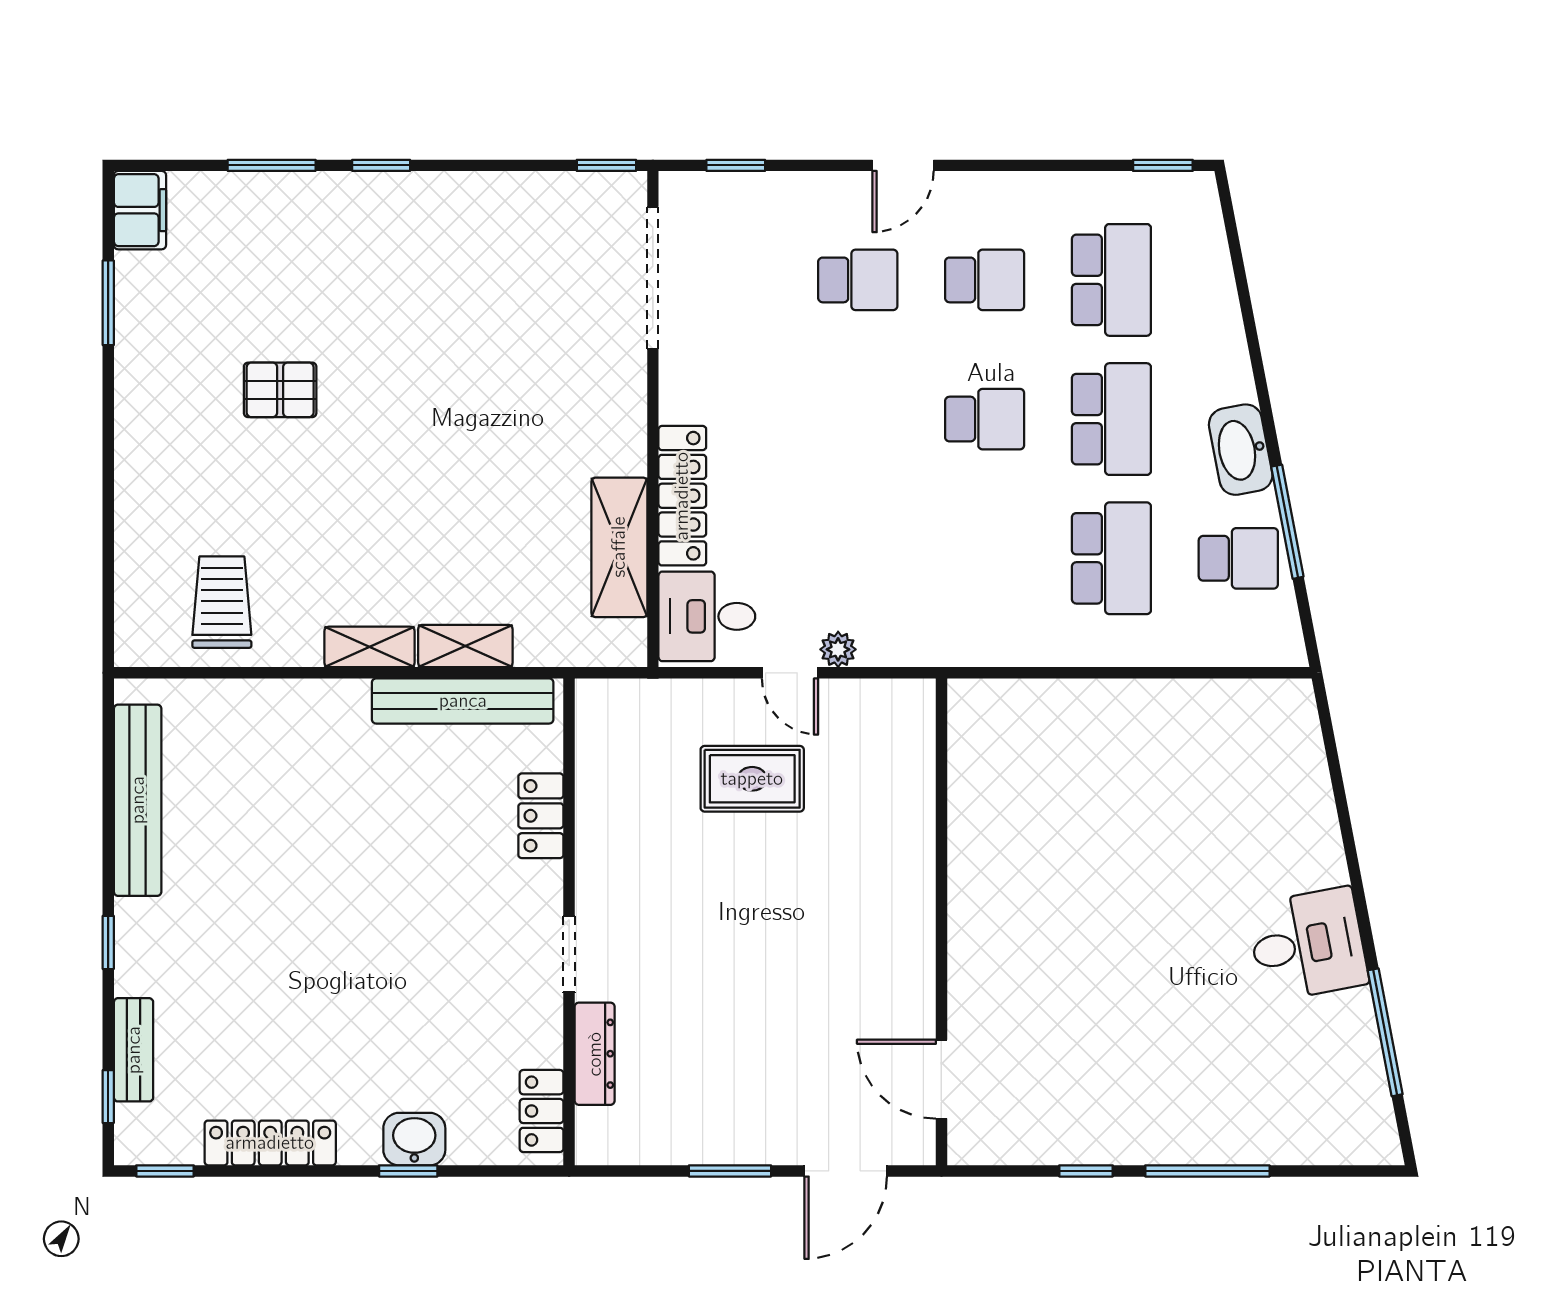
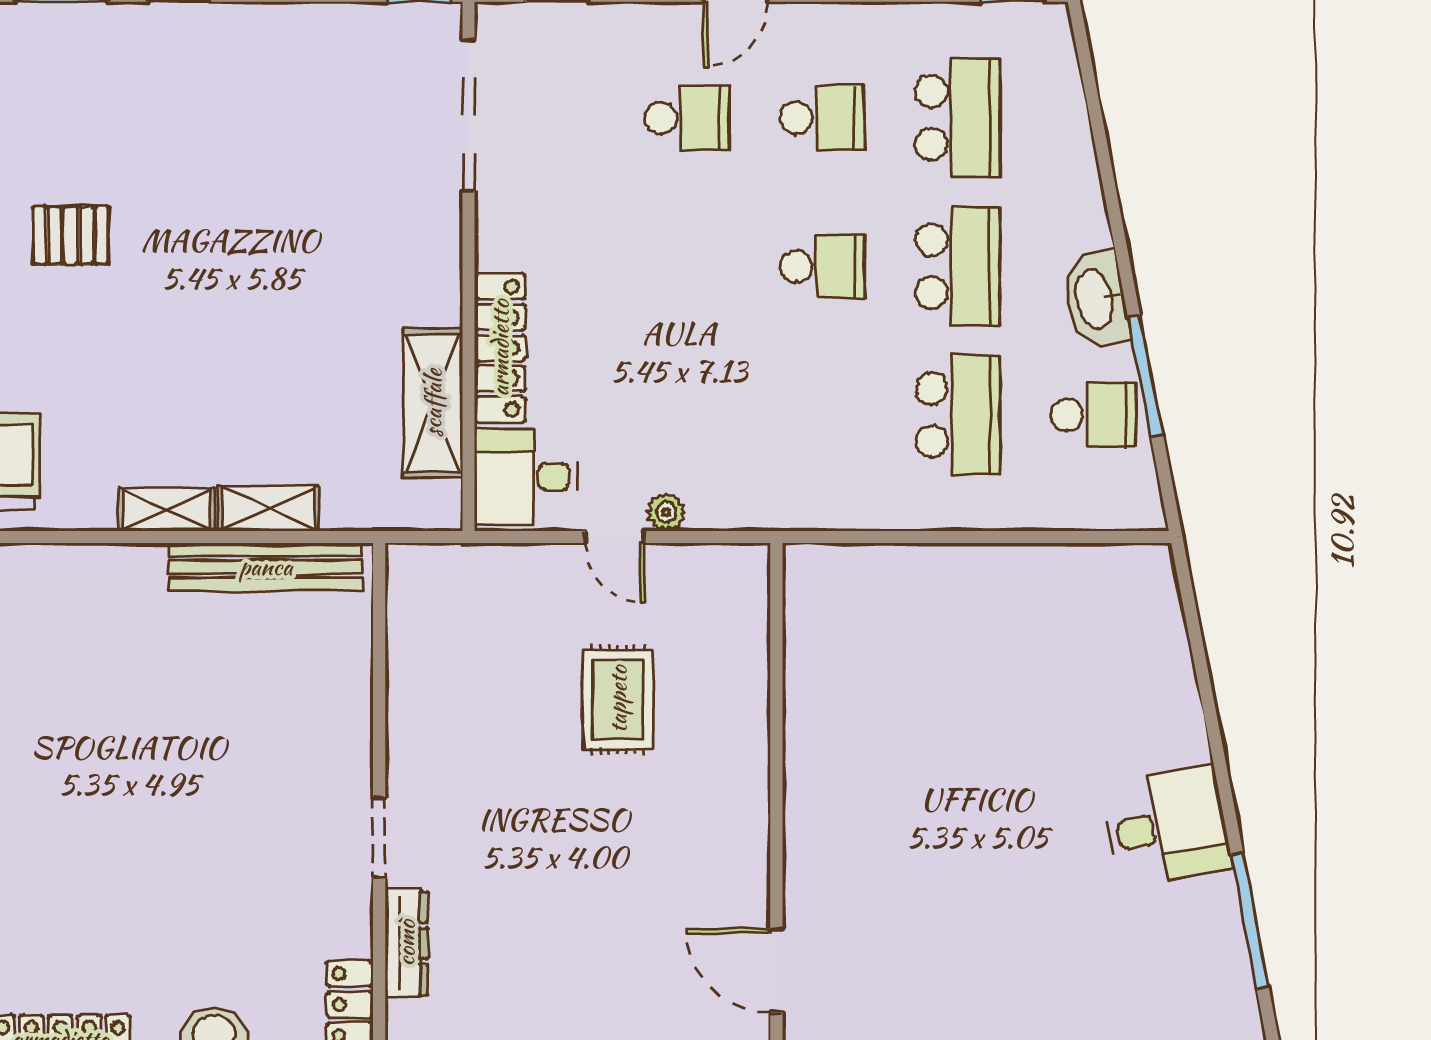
rug: (752, 779) -> (618, 699), moved, turned 90
locker: (541, 816) -> (349, 690), removed

